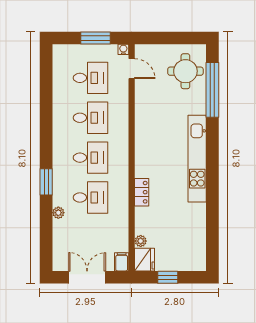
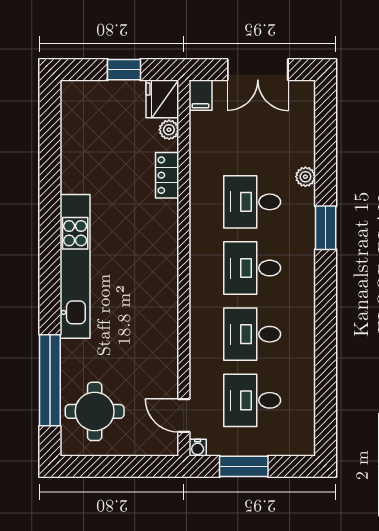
locker: (142, 192) -> (167, 175), moved

